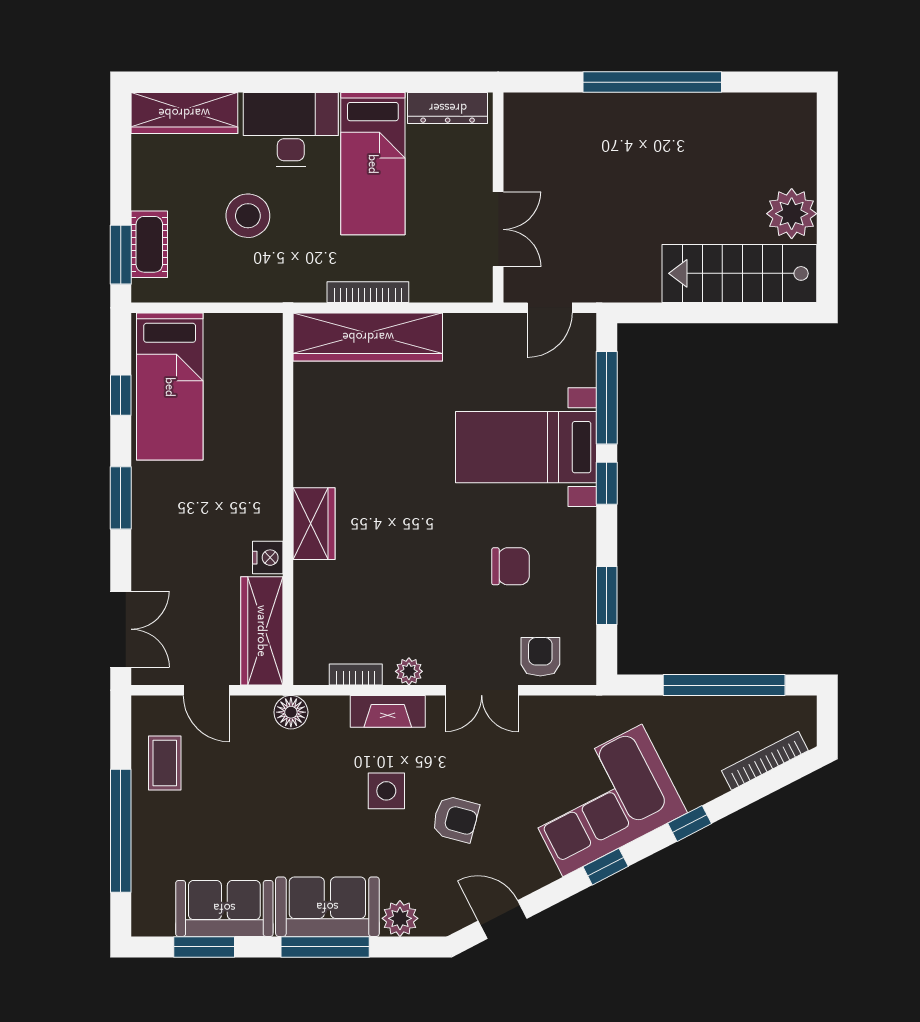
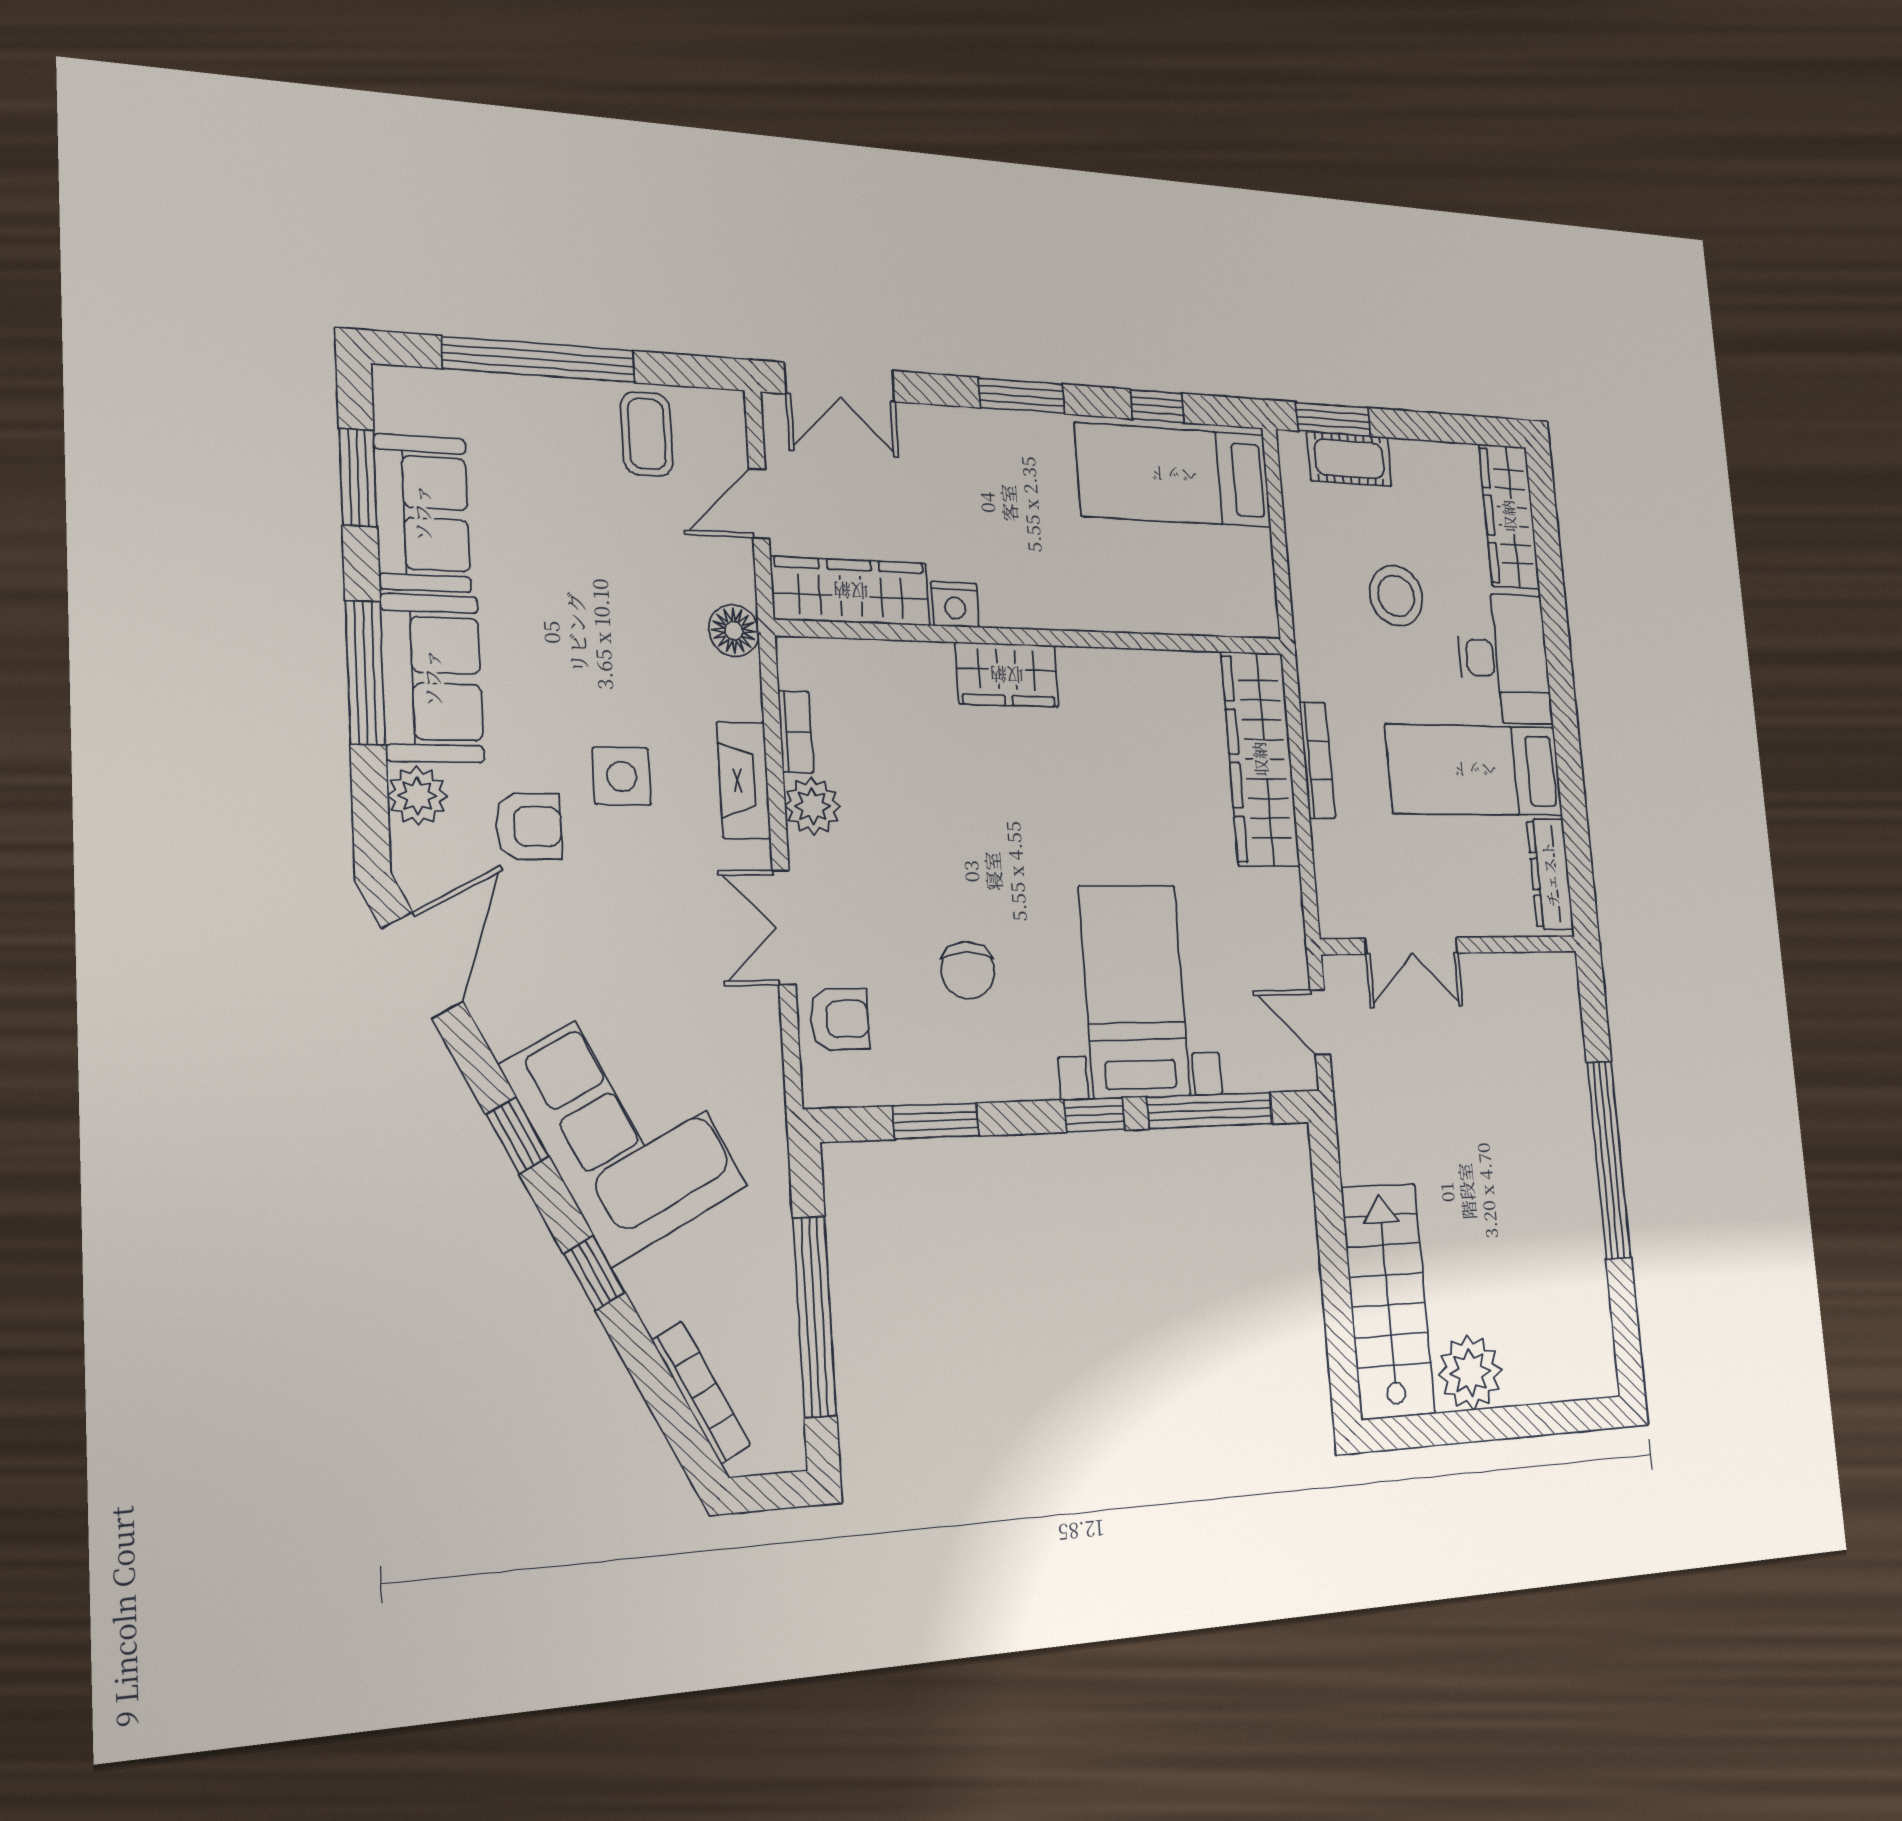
plant: (409, 671) -> (812, 806), width x1.38, depth x1.38
coffee table: (165, 763) -> (647, 434), turned 90
armchair: (455, 819) -> (528, 826), moved, turned -105
door: (503, 920) -> (422, 965), width x1.38

